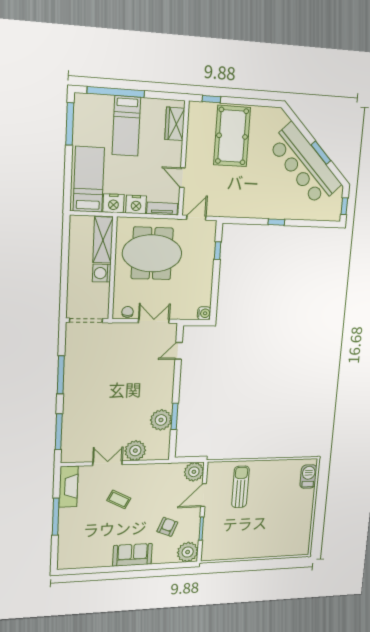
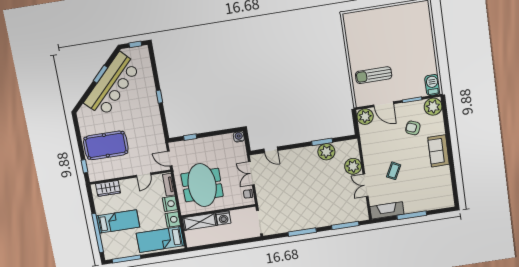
barbecue: (308, 477) -> (432, 85), moved, turned 90

